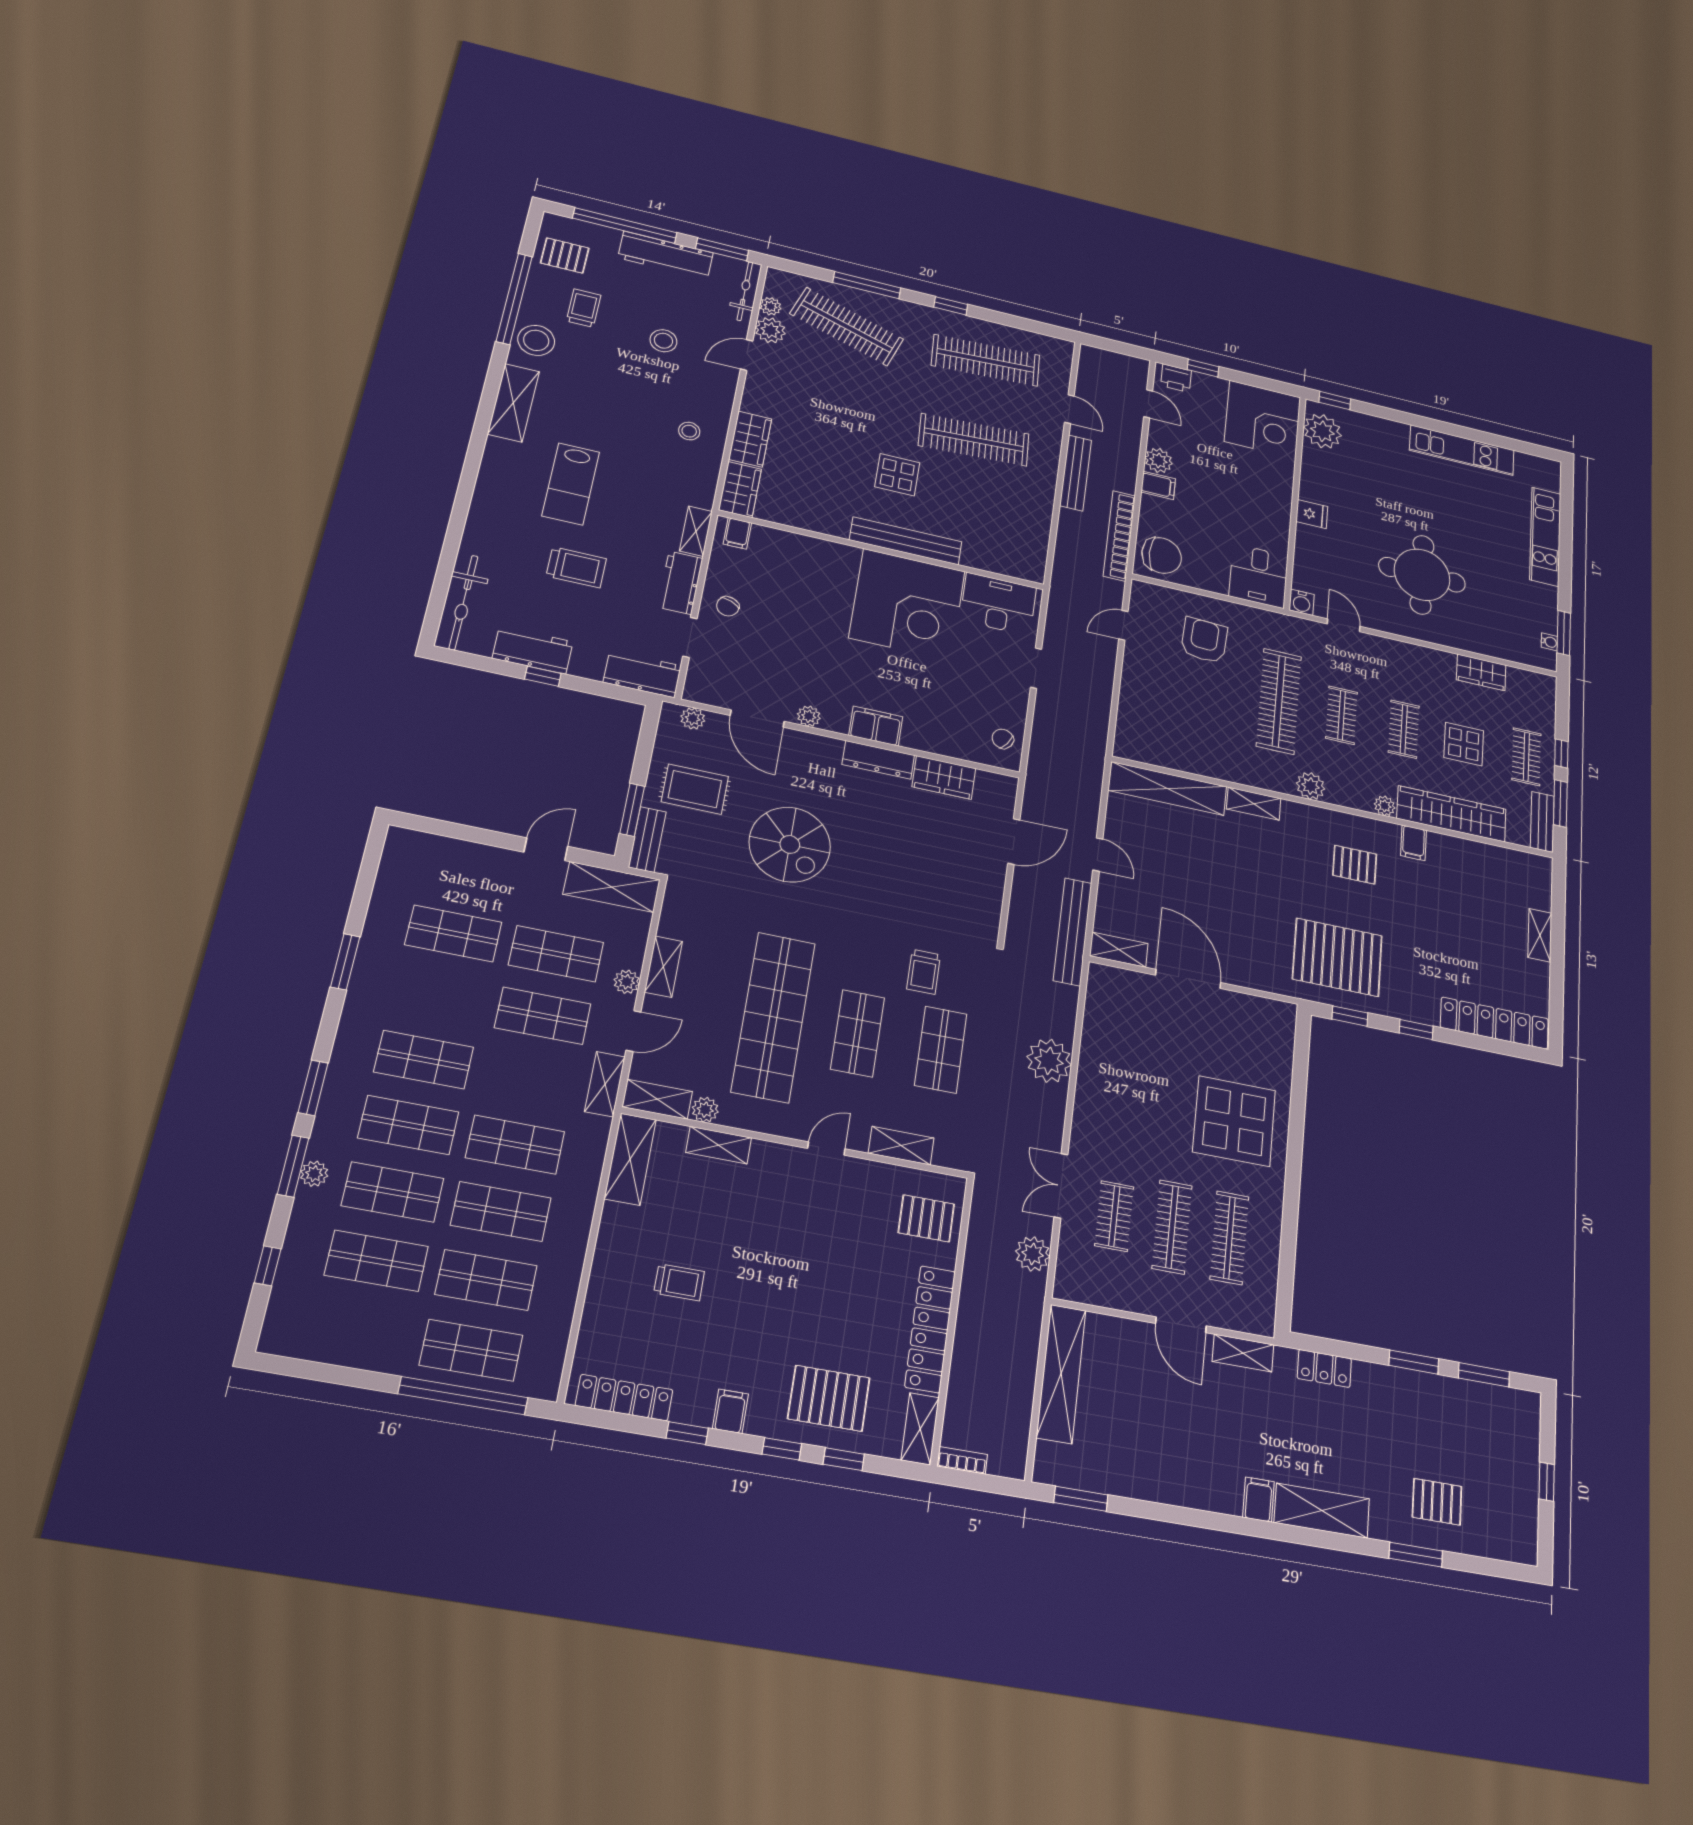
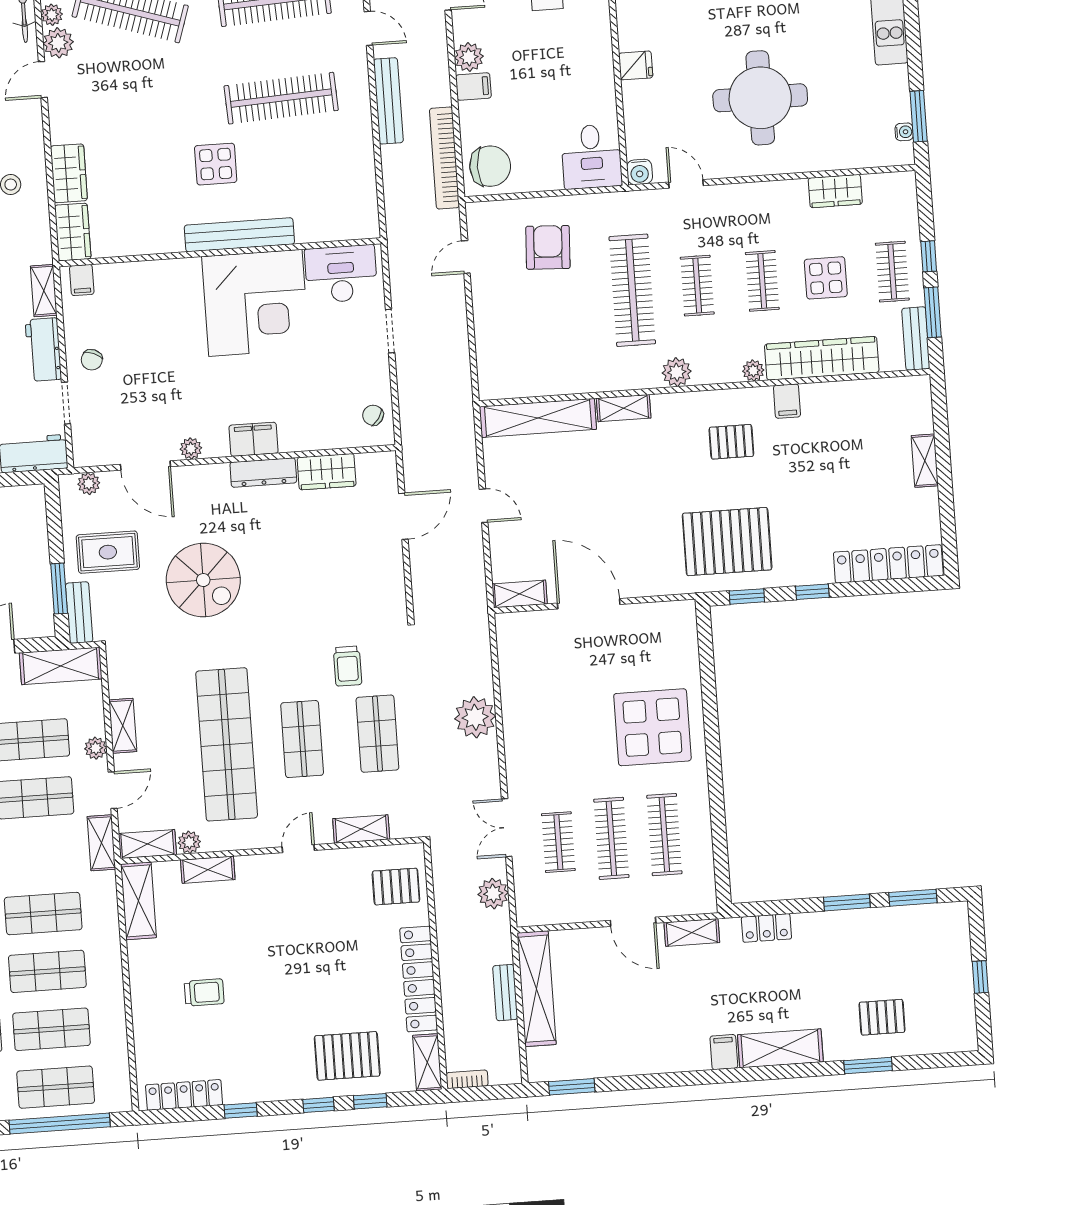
bench: (1073, 932) -> (505, 993), moved, width x0.54, depth x0.82
filing cabinet: (730, 1411) -> (270, 1085), removed

